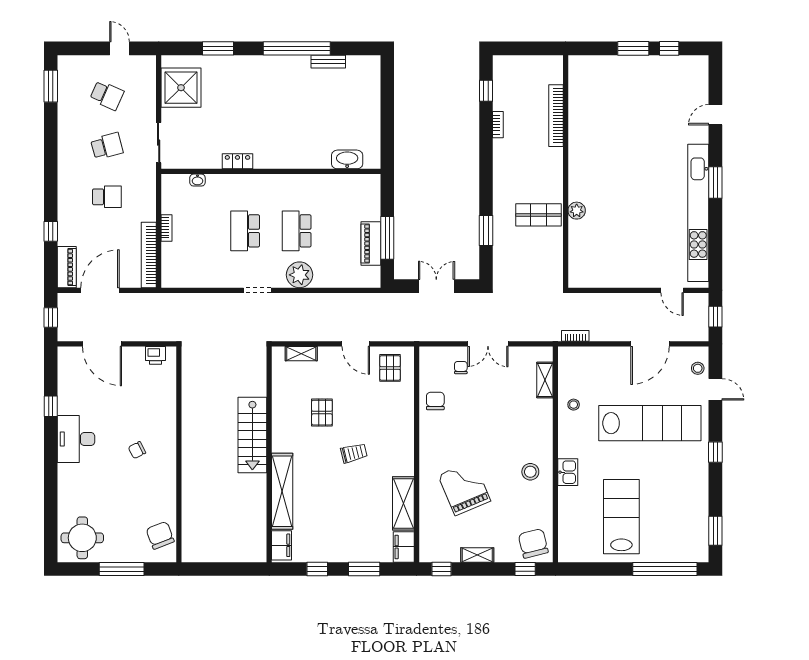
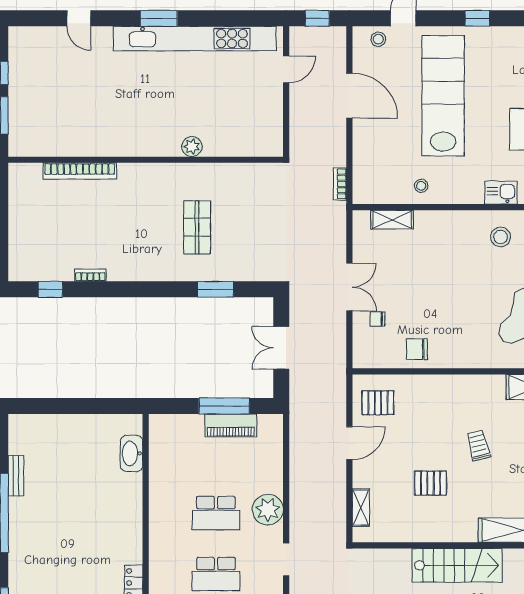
bookcase: (556, 116) -> (80, 171), moved
wall: (566, 171) -> (146, 160), moved
plant: (577, 211) -> (192, 147), moved

